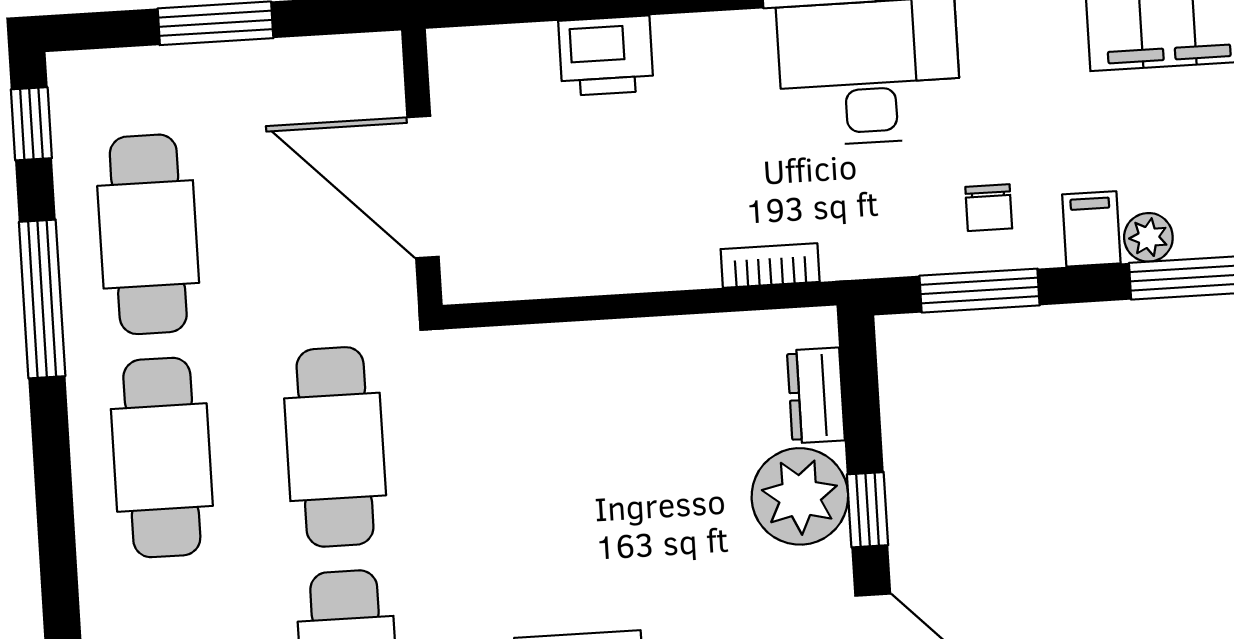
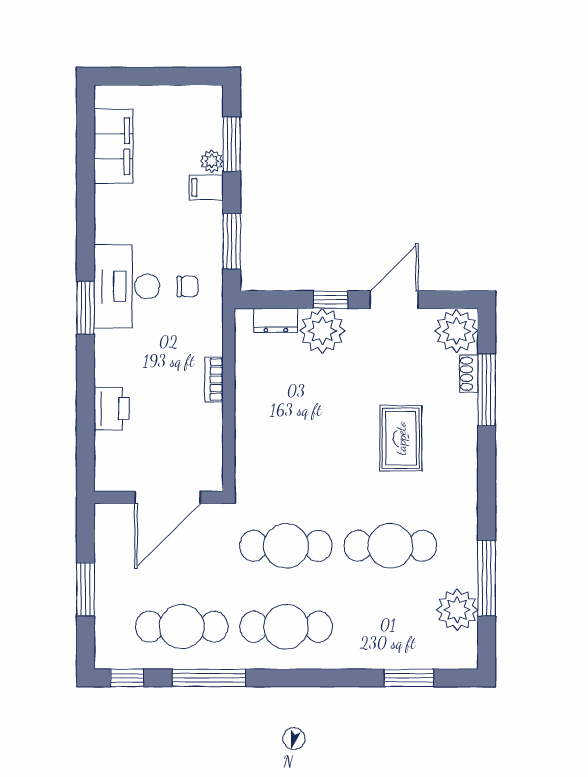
chair: (989, 208) -> (187, 287), moved
bookcase: (770, 265) -> (214, 379), moved

